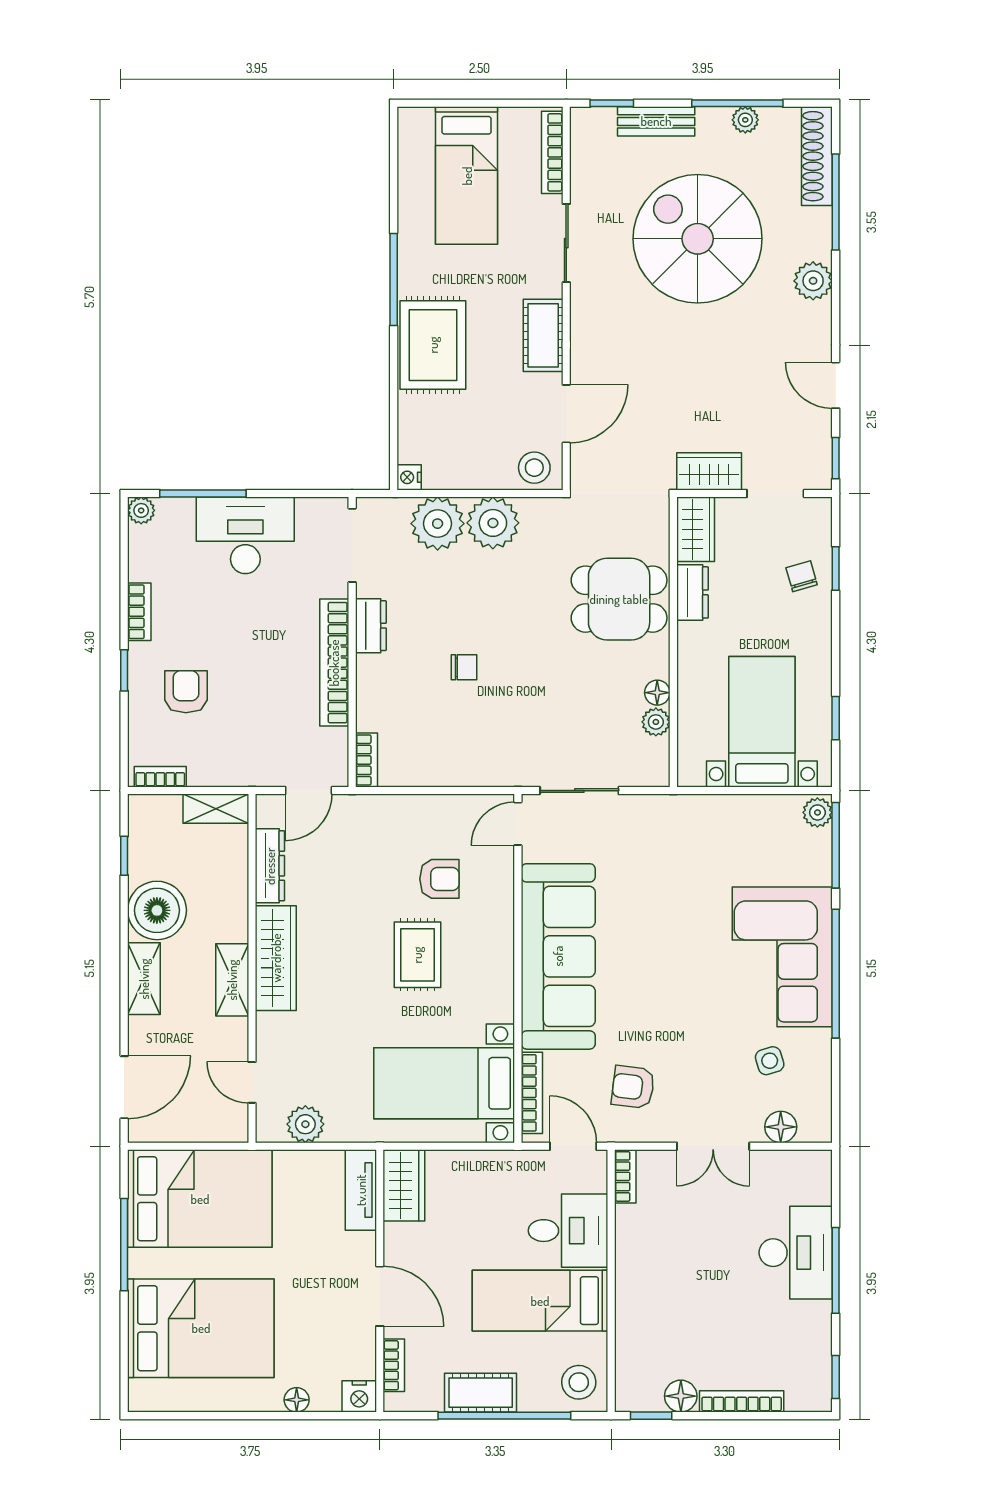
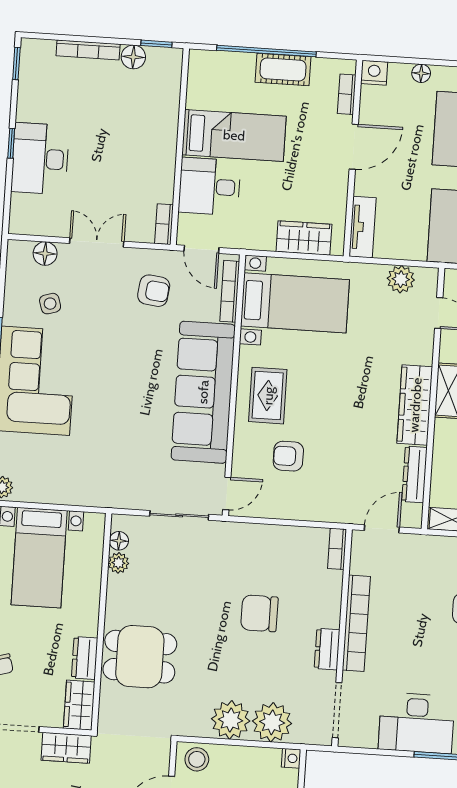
chair: (464, 667) -> (259, 613), width x1.87, depth x1.87
floor lamp: (657, 693) -> (119, 541), moved
rug: (417, 955) -> (268, 396), moved
wardrobe: (404, 1185) -> (304, 238), moved, turned 90
window: (836, 1270) -> (11, 143), width x0.46
door: (380, 1296) -> (354, 147), swing flipped
stool: (579, 1382) -> (209, 72), removed

